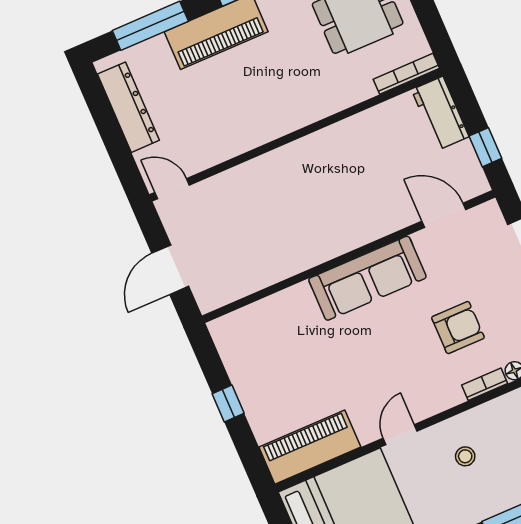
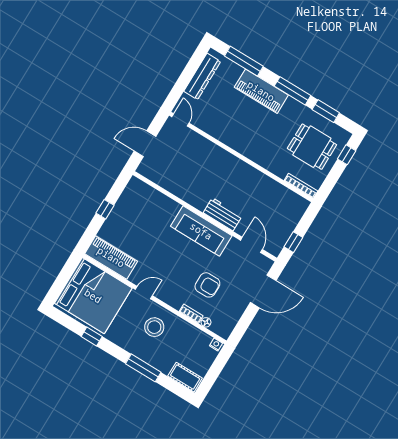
workbench: (440, 113) -> (223, 214), moved, turned 90
stool: (465, 456) -> (154, 327), width x1.89, depth x1.89

